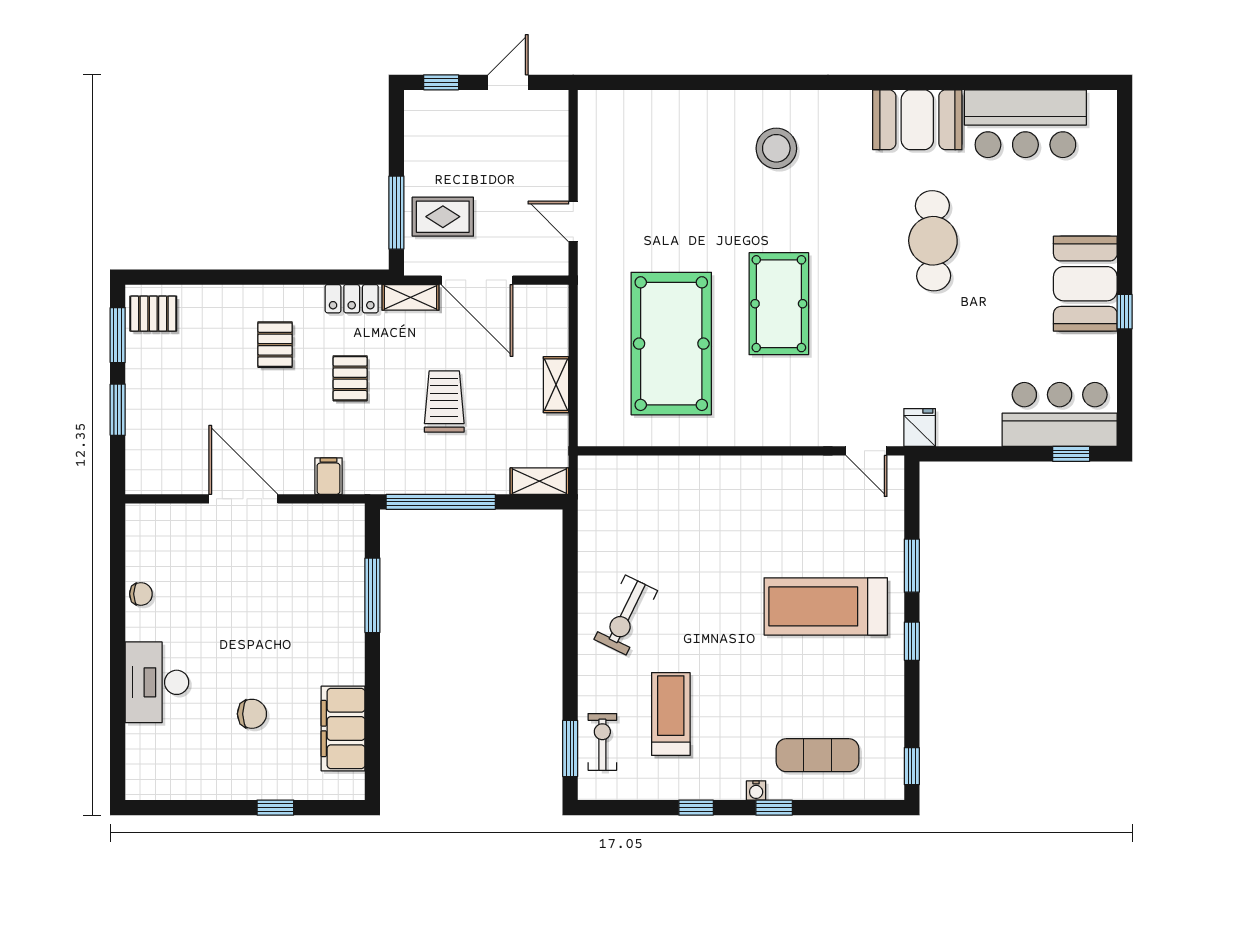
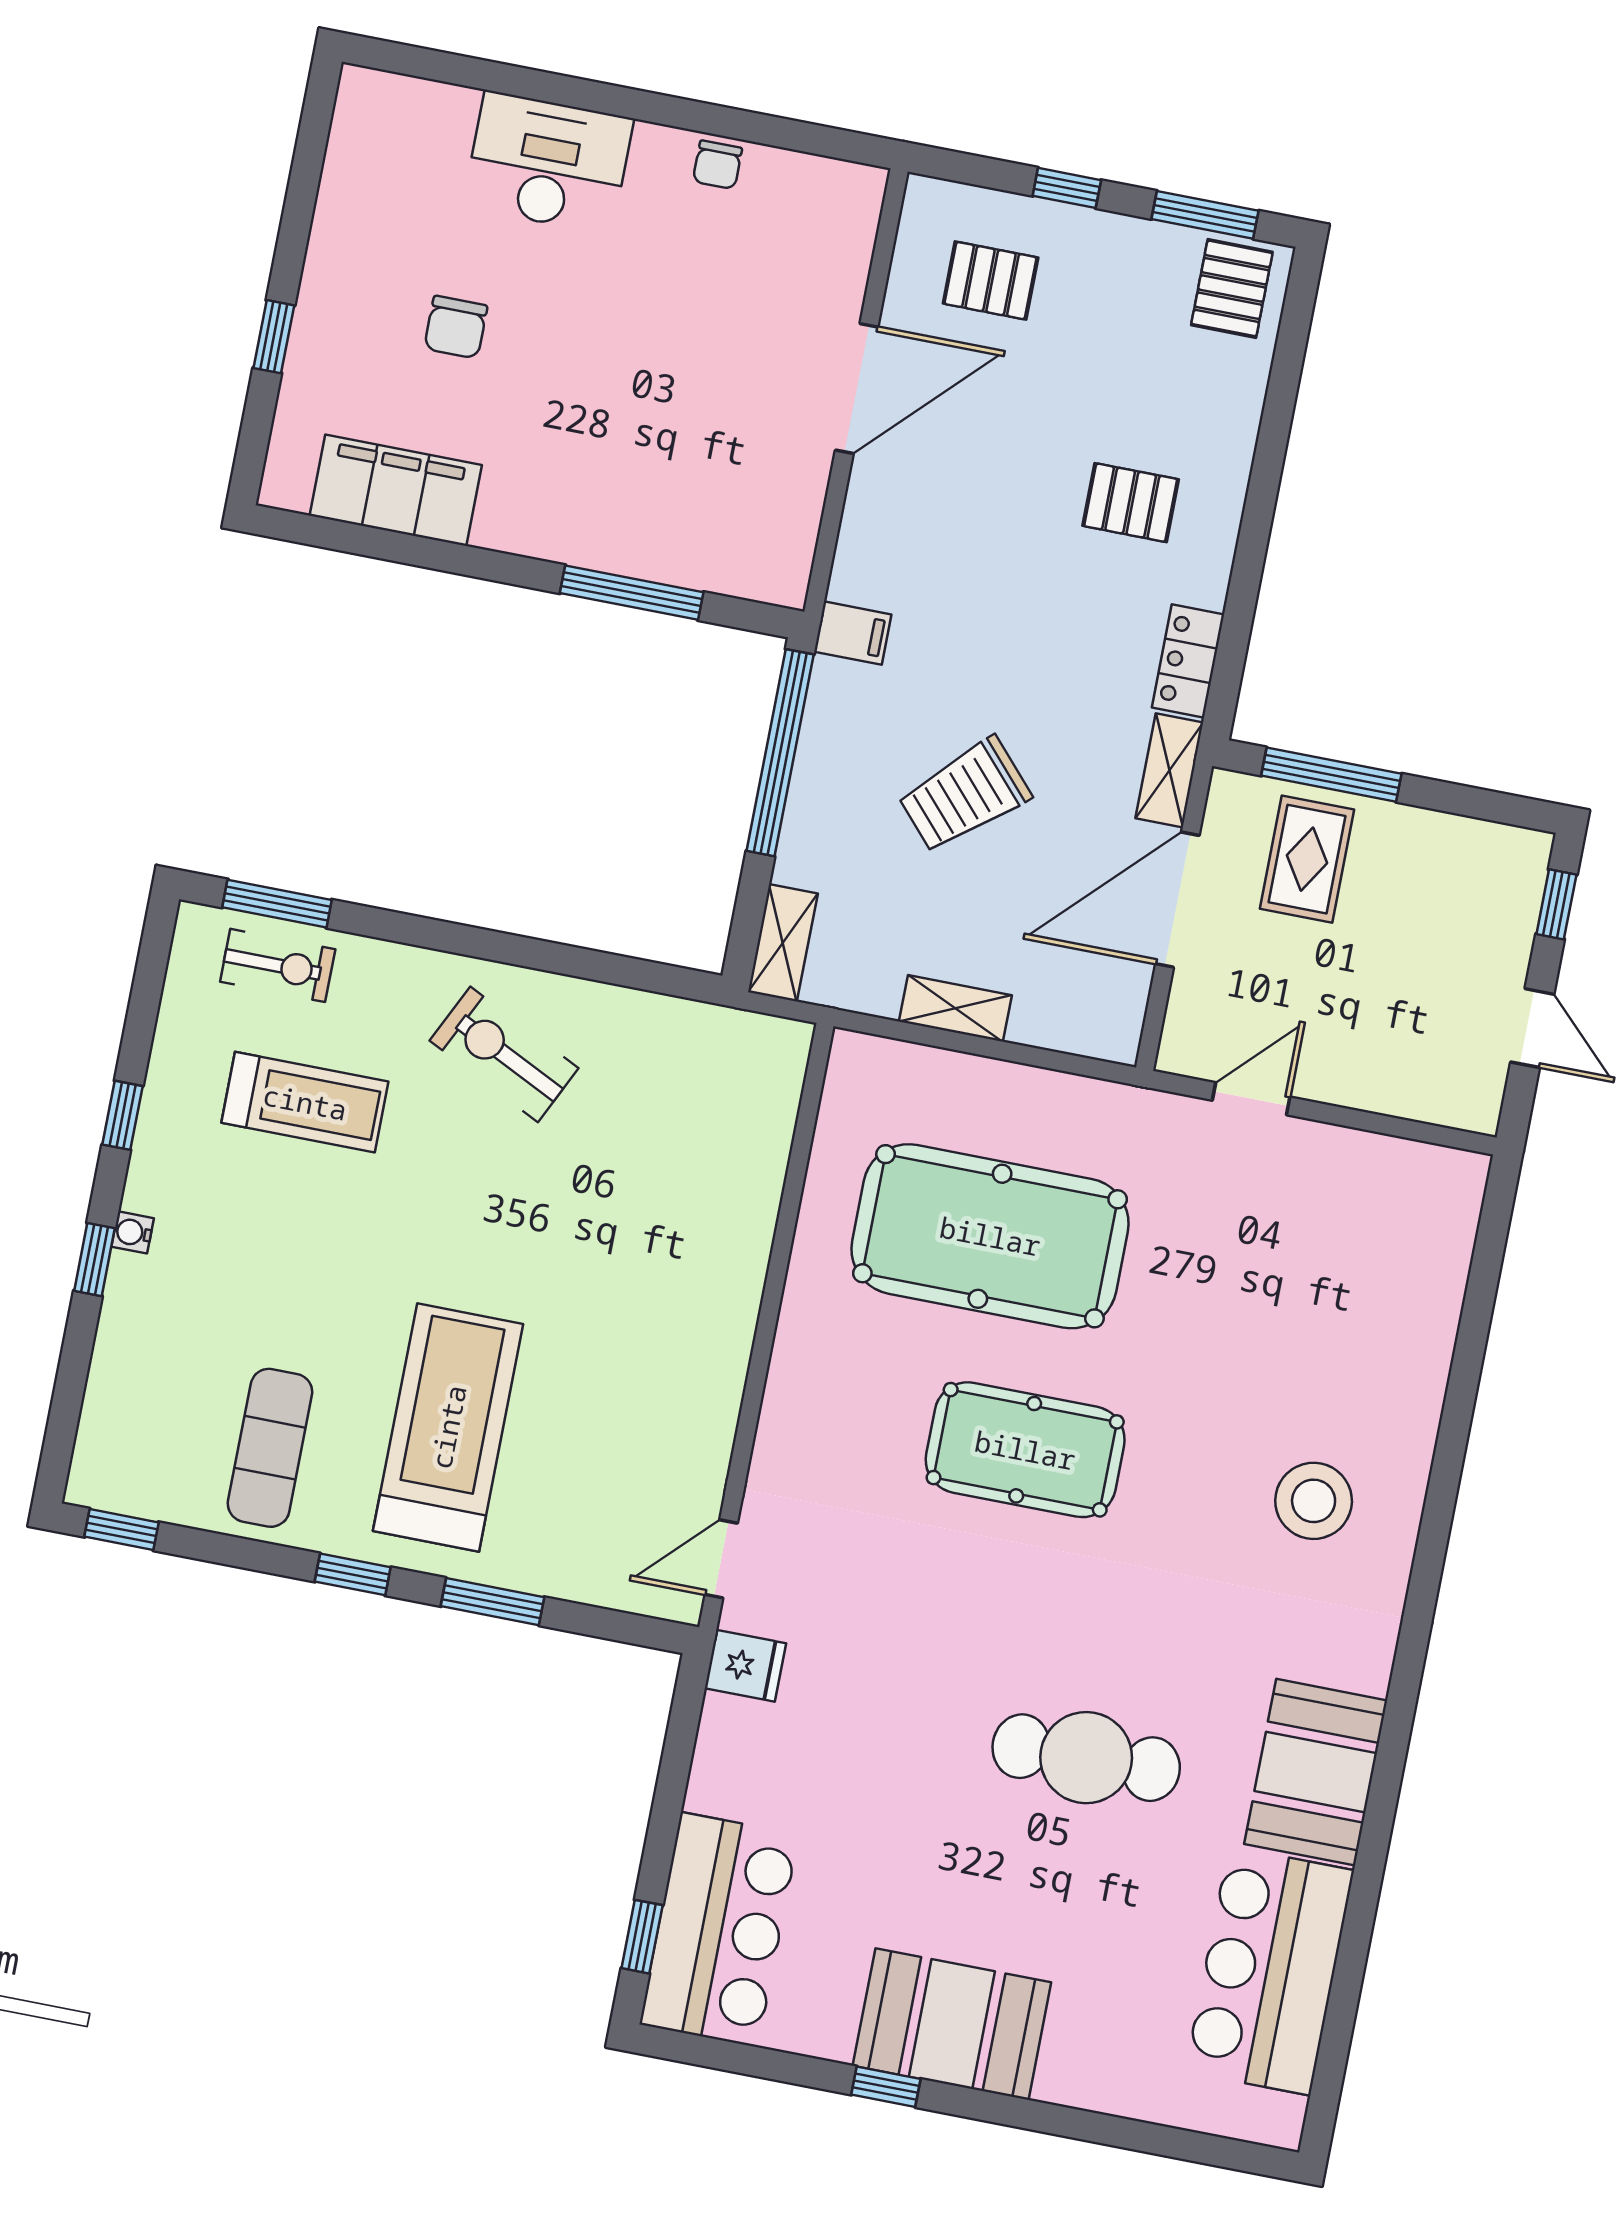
pallet: (350, 378) -> (991, 281), moved
trolley: (444, 401) -> (965, 795), turned 138
window: (118, 410) -> (1067, 188), width x0.67
filing cabinet: (329, 476) -> (853, 633), moved
exercise mat: (817, 755) -> (270, 1448), moved

